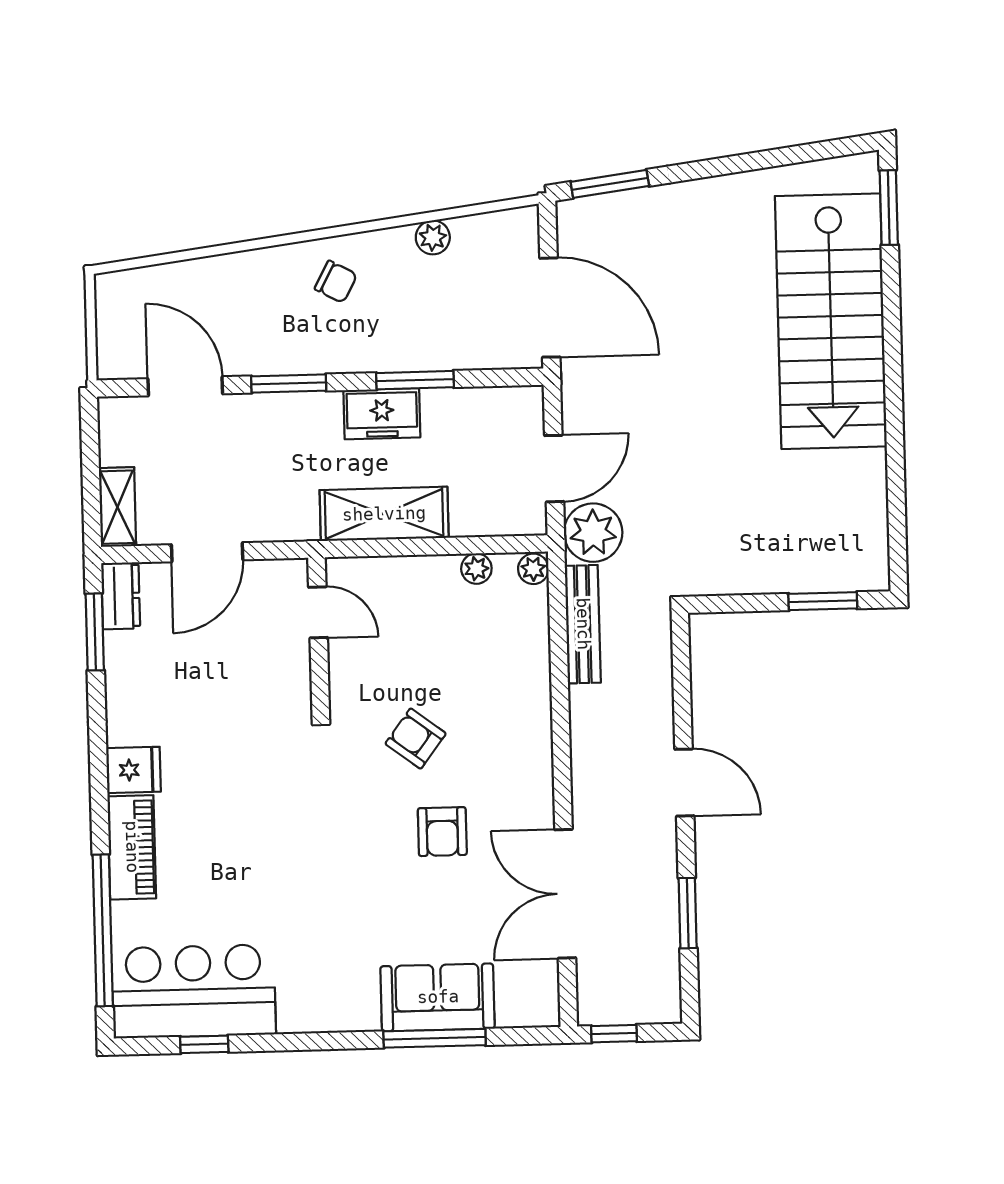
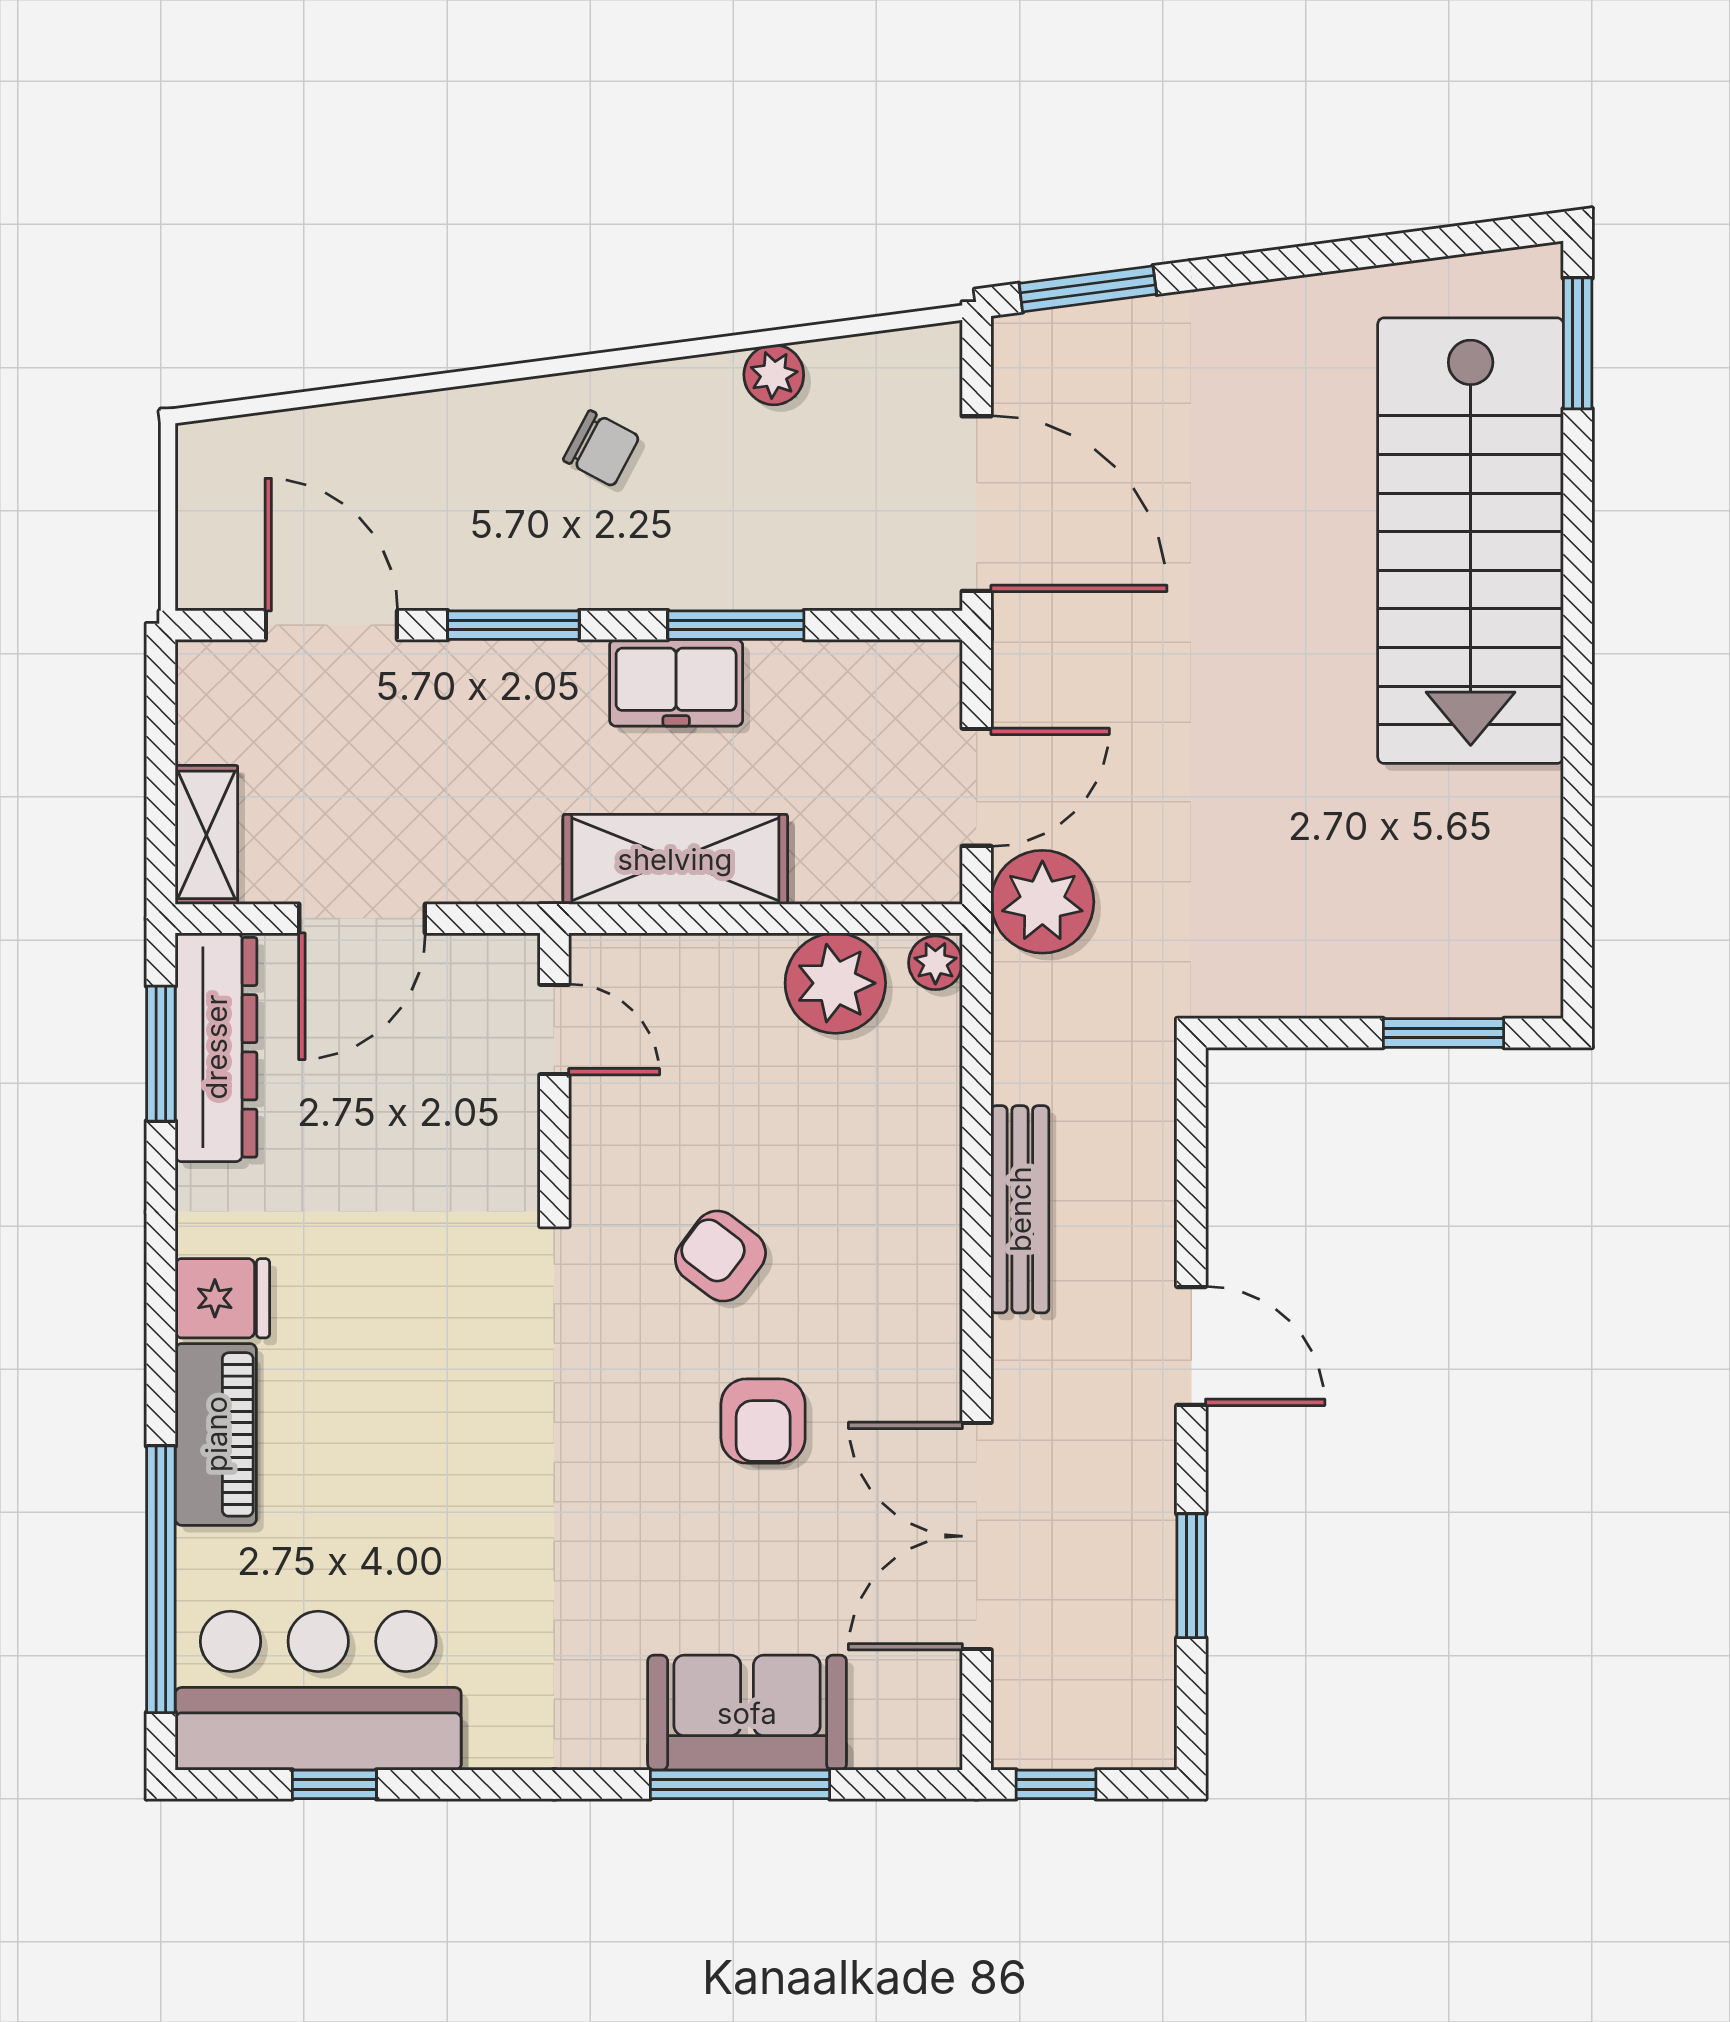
plant: (476, 569) -> (835, 983), width x1.87, depth x1.87
dresser: (121, 596) -> (216, 1047), width x1.96, depth x1.24
bench: (583, 624) -> (1020, 1209), moved

